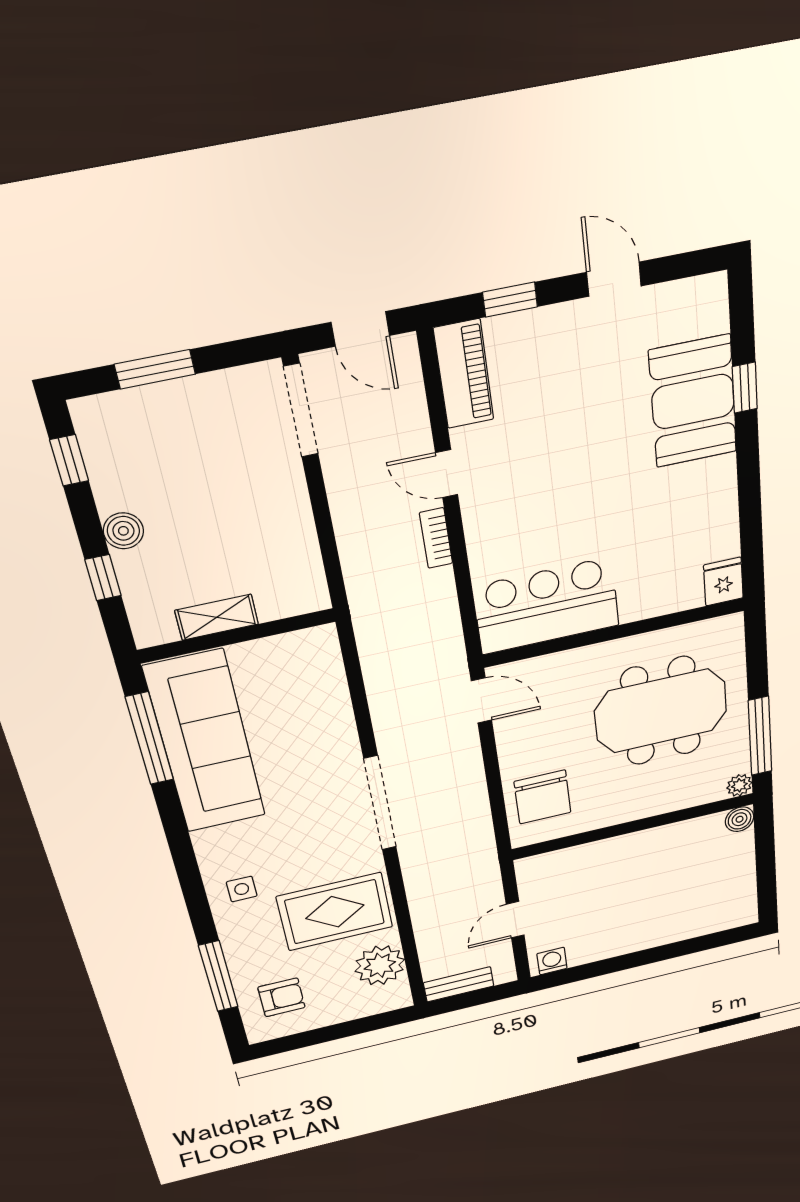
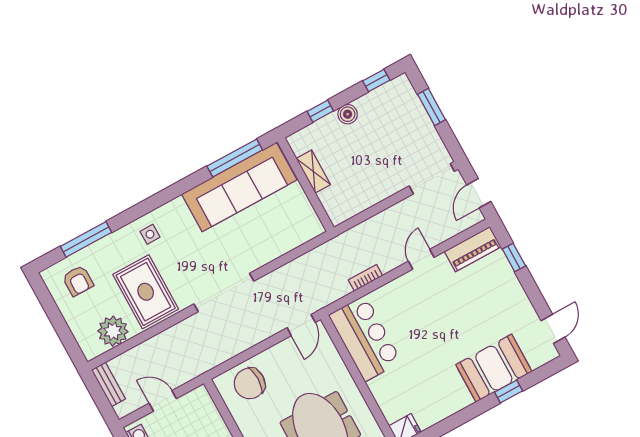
door: (614, 279) -> (553, 329), moved
bookcase: (436, 538) -> (365, 278), moved

